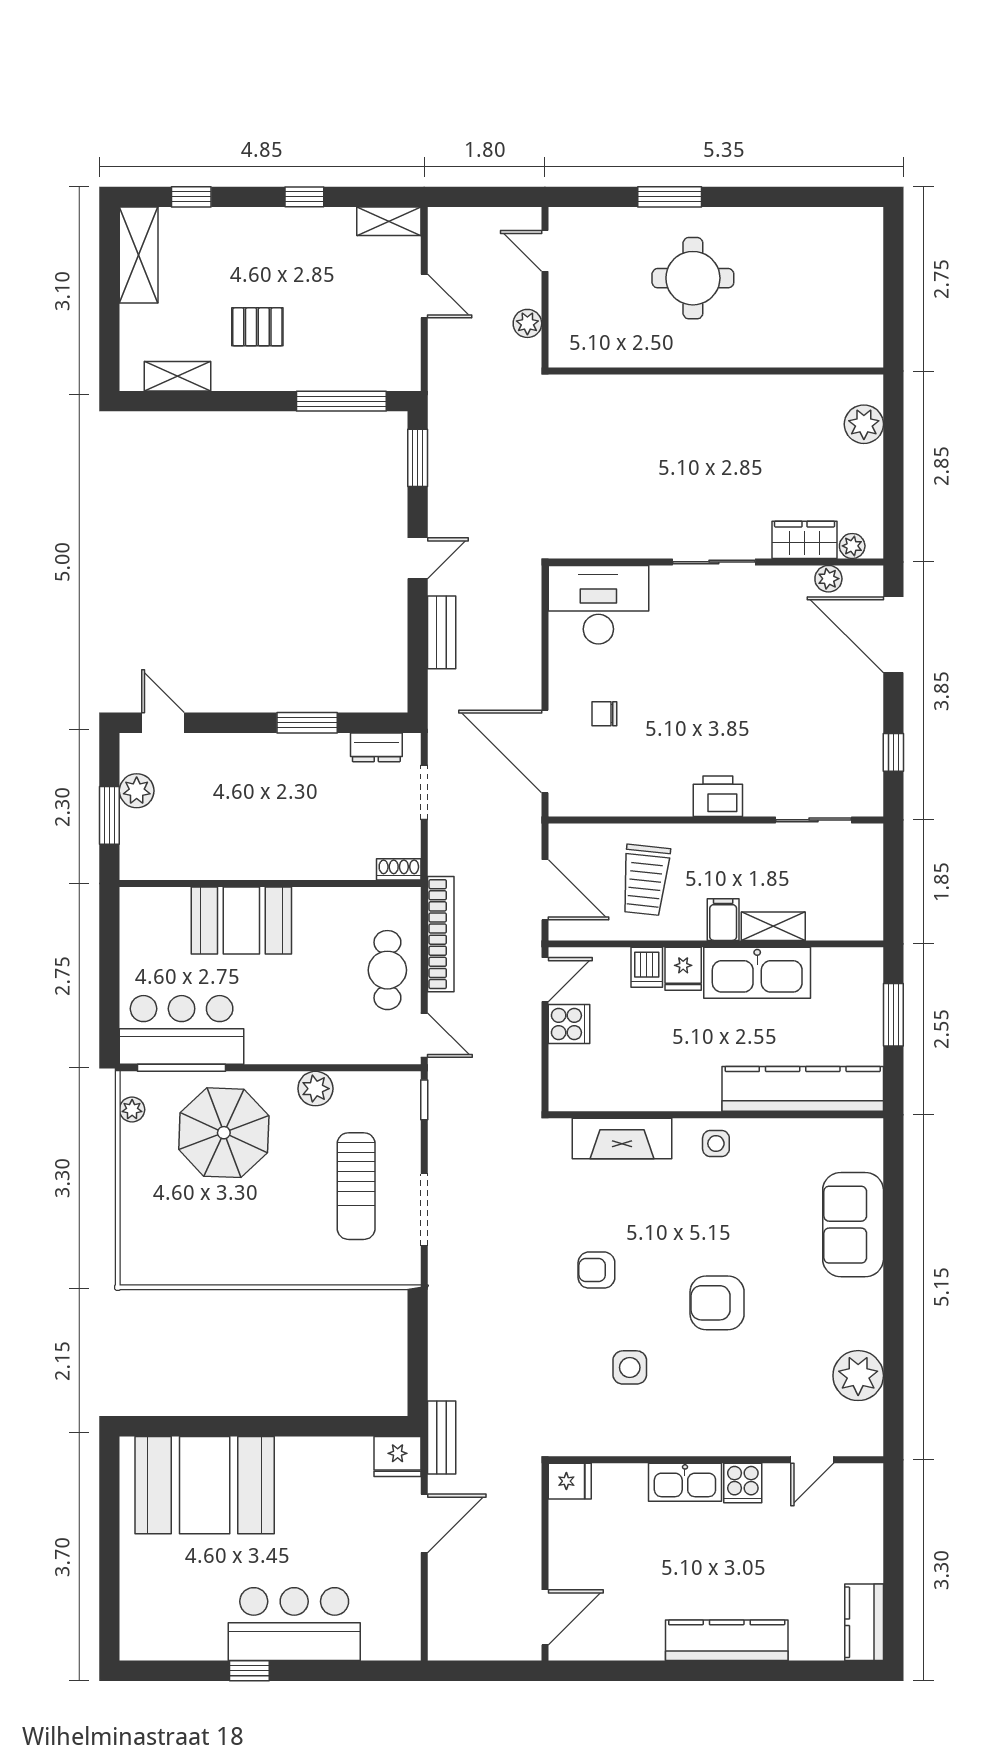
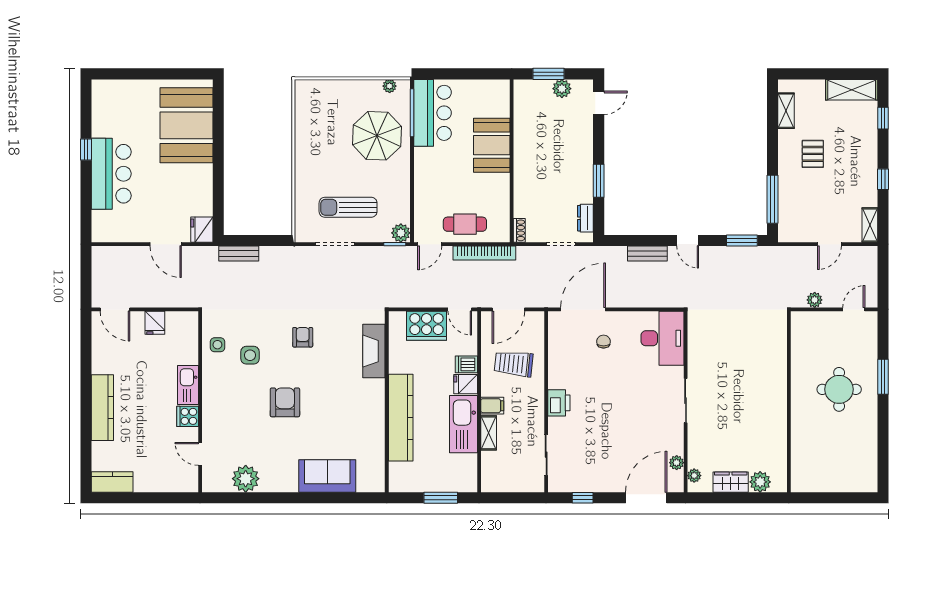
wardrobe: (805, 540) -> (731, 482), moved, turned -90
cooker: (569, 1024) -> (427, 326), width x1.87, depth x1.31
plant: (315, 1089) -> (401, 233), moved
kitchen counter: (803, 1089) -> (401, 418), moved
side table: (716, 1144) -> (217, 345), moved
bench: (442, 1437) -> (239, 254), moved
fridge: (570, 1481) -> (155, 323), moved

